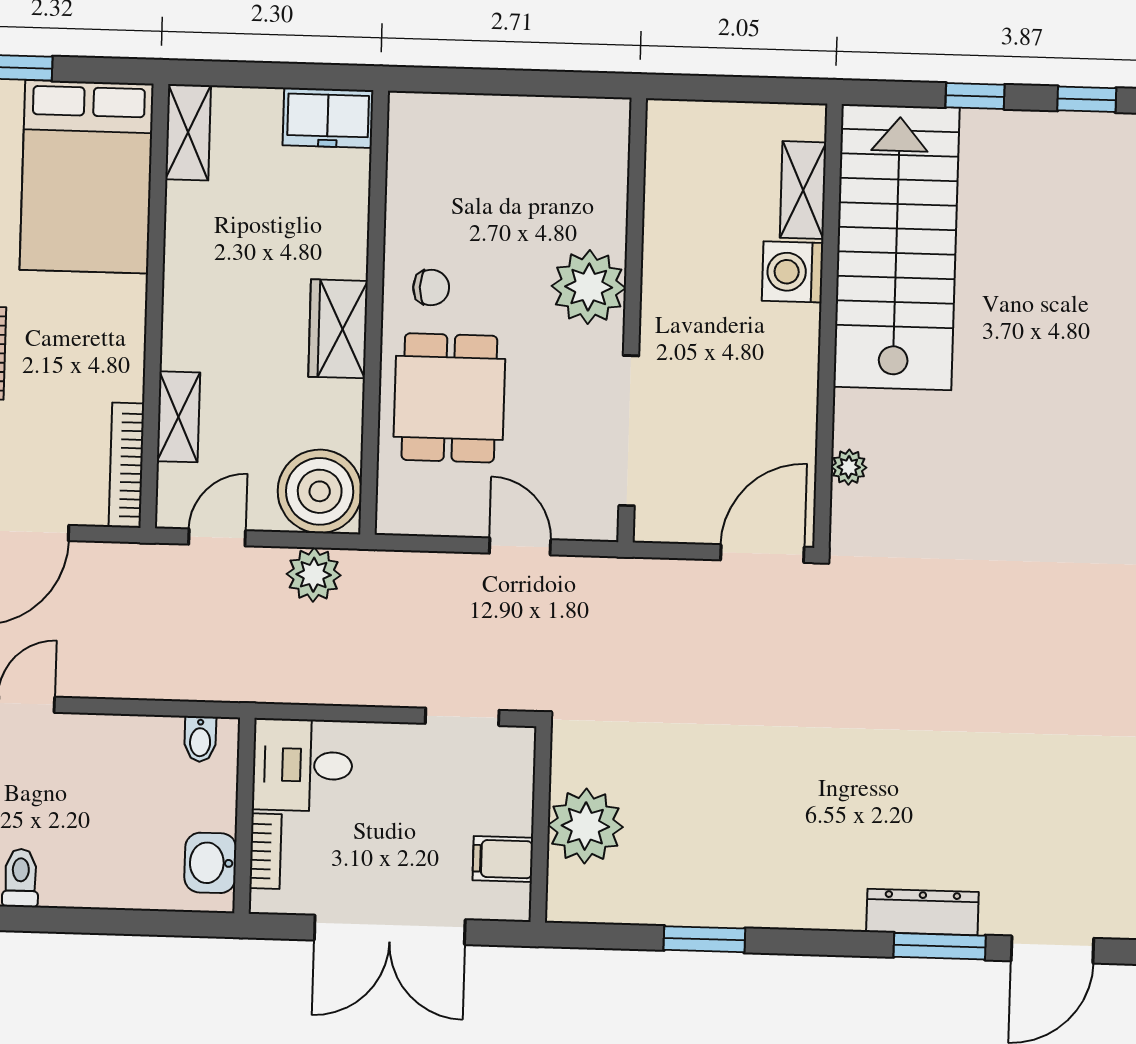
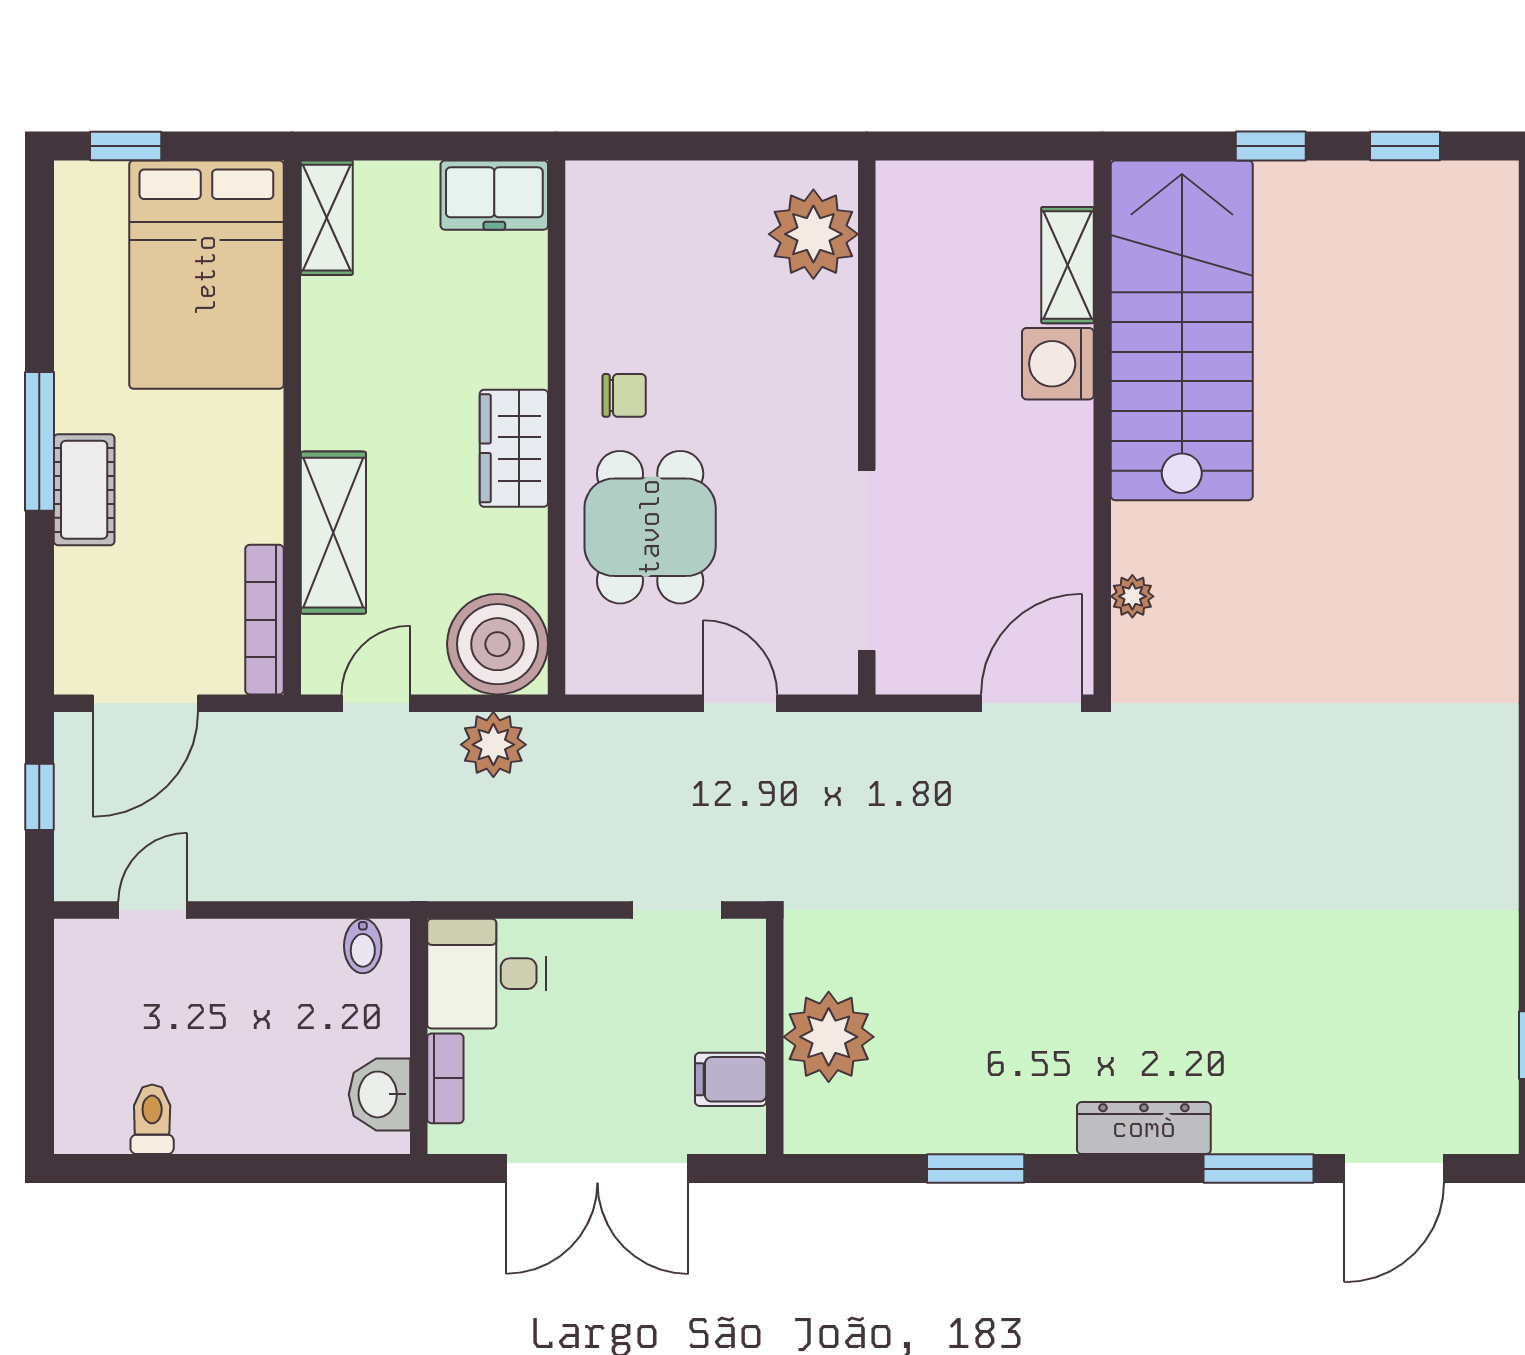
plant: (589, 287) -> (813, 234), moved
shelving: (178, 417) -> (333, 533), width x1.50, depth x1.33
dresser: (922, 912) -> (1144, 1128), moved

